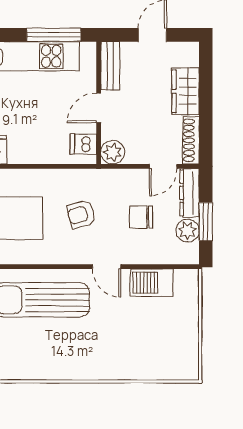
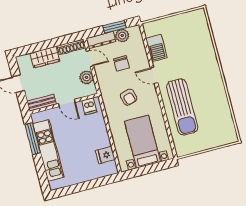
plant: (113, 152) -> (86, 77), moved
door: (107, 267) -> (154, 75), swing flipped

